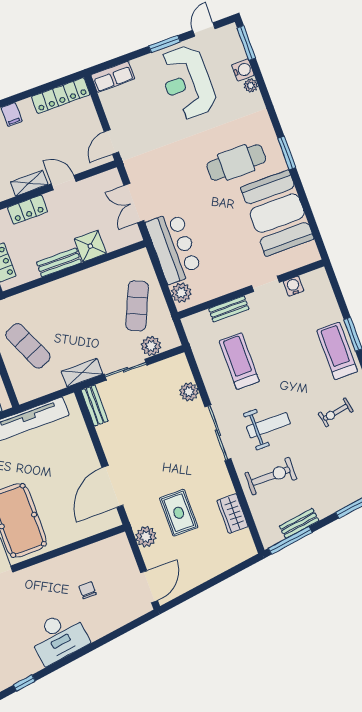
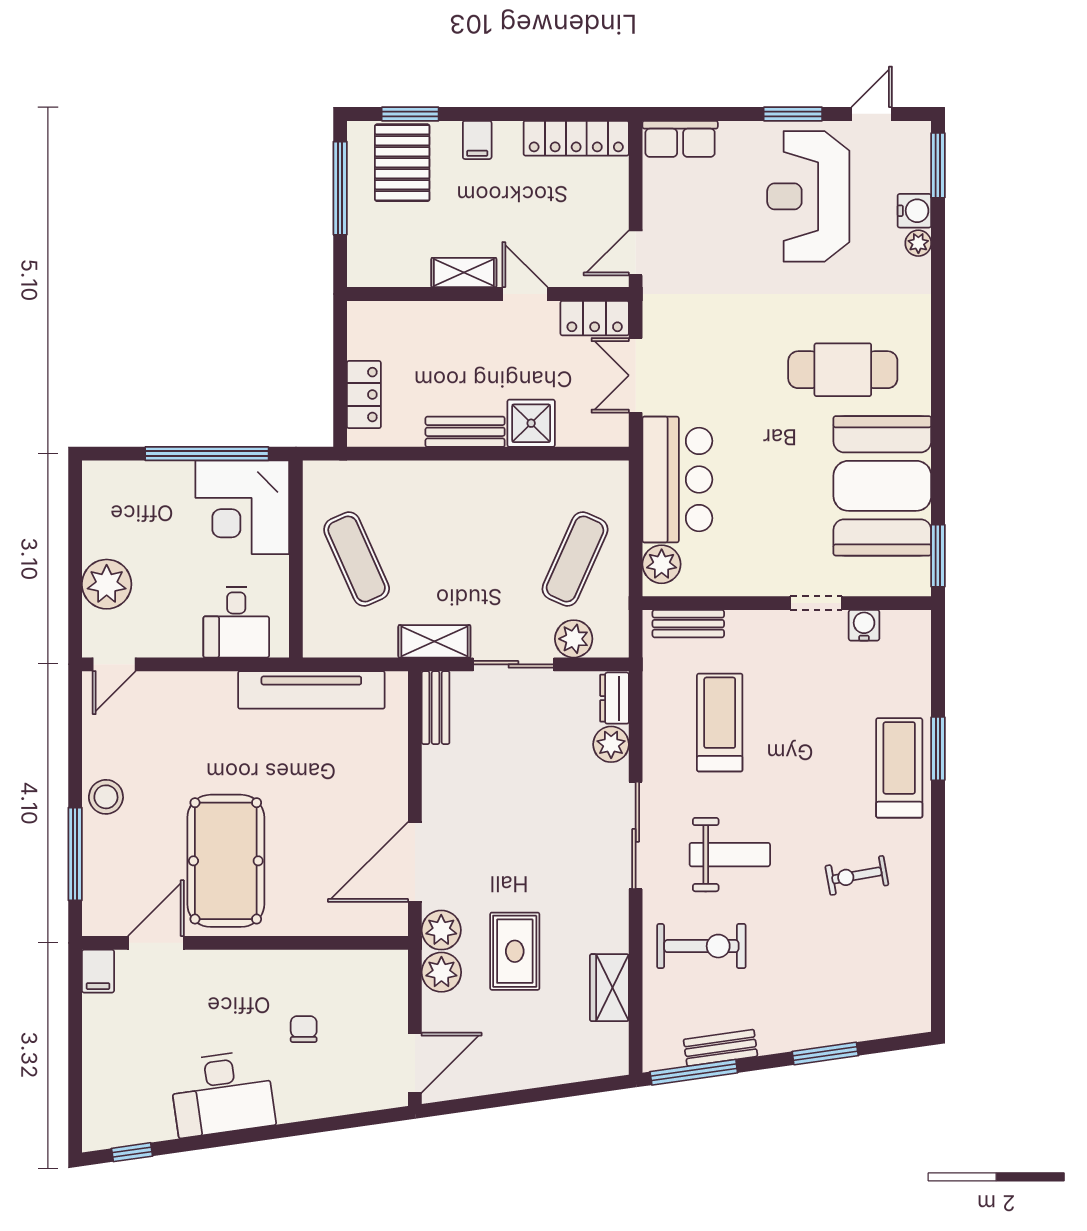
window: (287, 153) -> (938, 556), moved
locker: (28, 210) -> (595, 318), moved
bench: (229, 309) -> (688, 624), moved
dresser: (182, 368) -> (614, 698), added
plant: (138, 516) -> (441, 930), added

